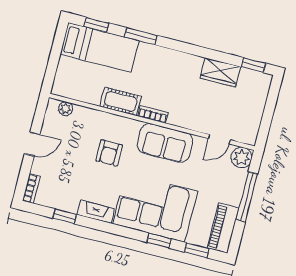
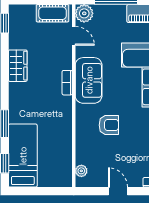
wardrobe: (220, 72) -> (18, 66), moved
cot: (121, 101) -> (53, 13), moved, turned 90
bookcase: (153, 114) -> (67, 83), moved

